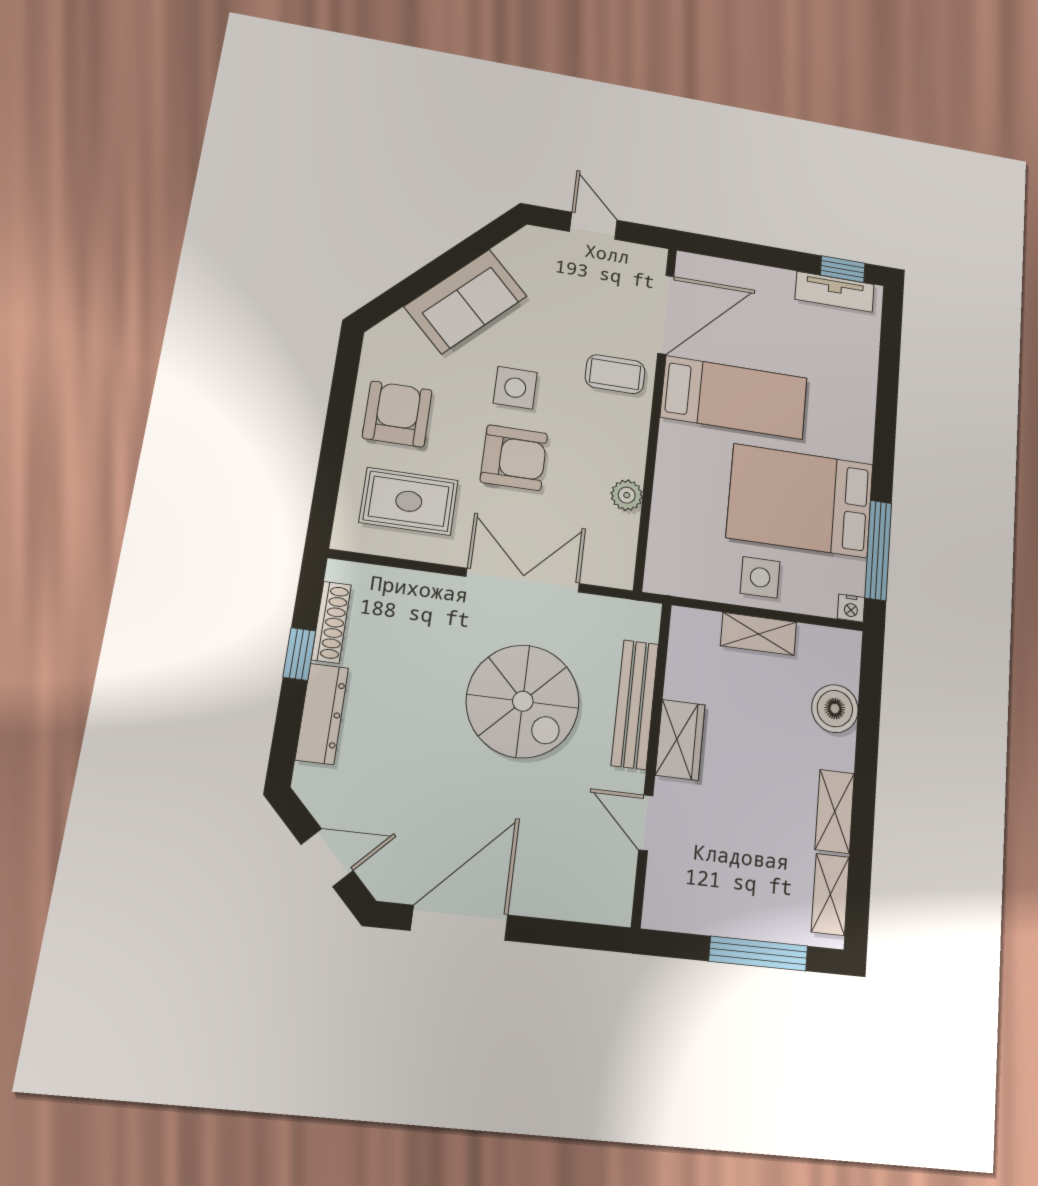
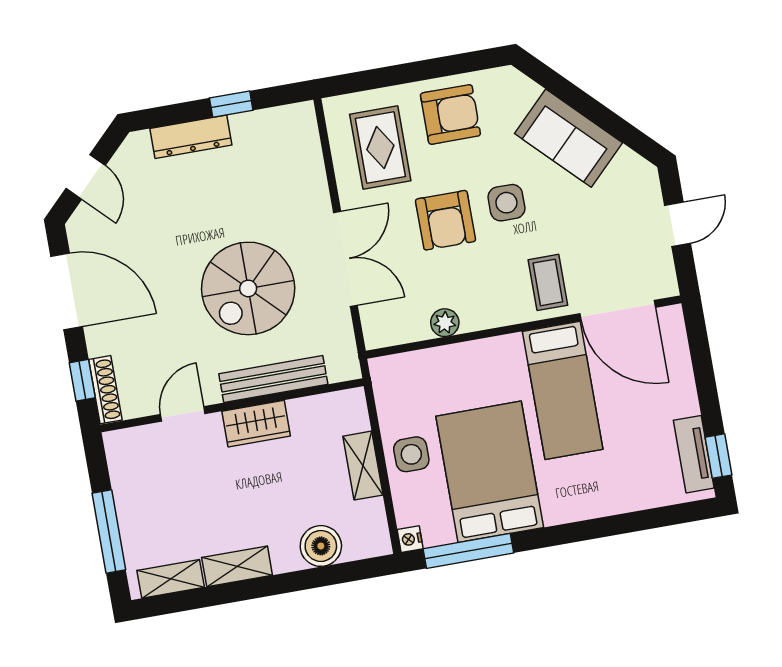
shoe rack: (331, 622) -> (105, 390), moved, turned -90
window: (572, 934) -> (82, 380), added

